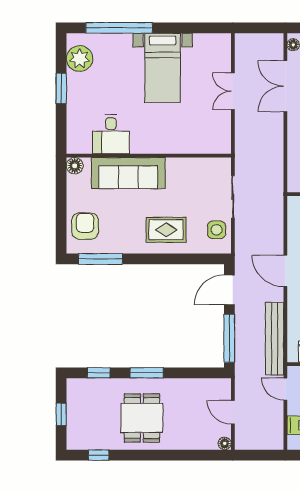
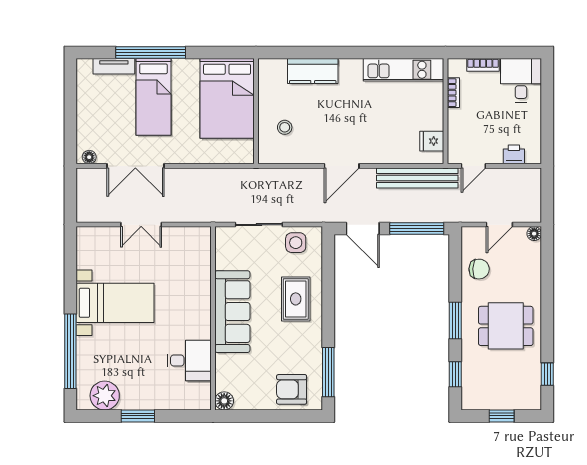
sofa: (128, 173) -> (232, 312), moved
chair: (193, 394) -> (479, 269), added

